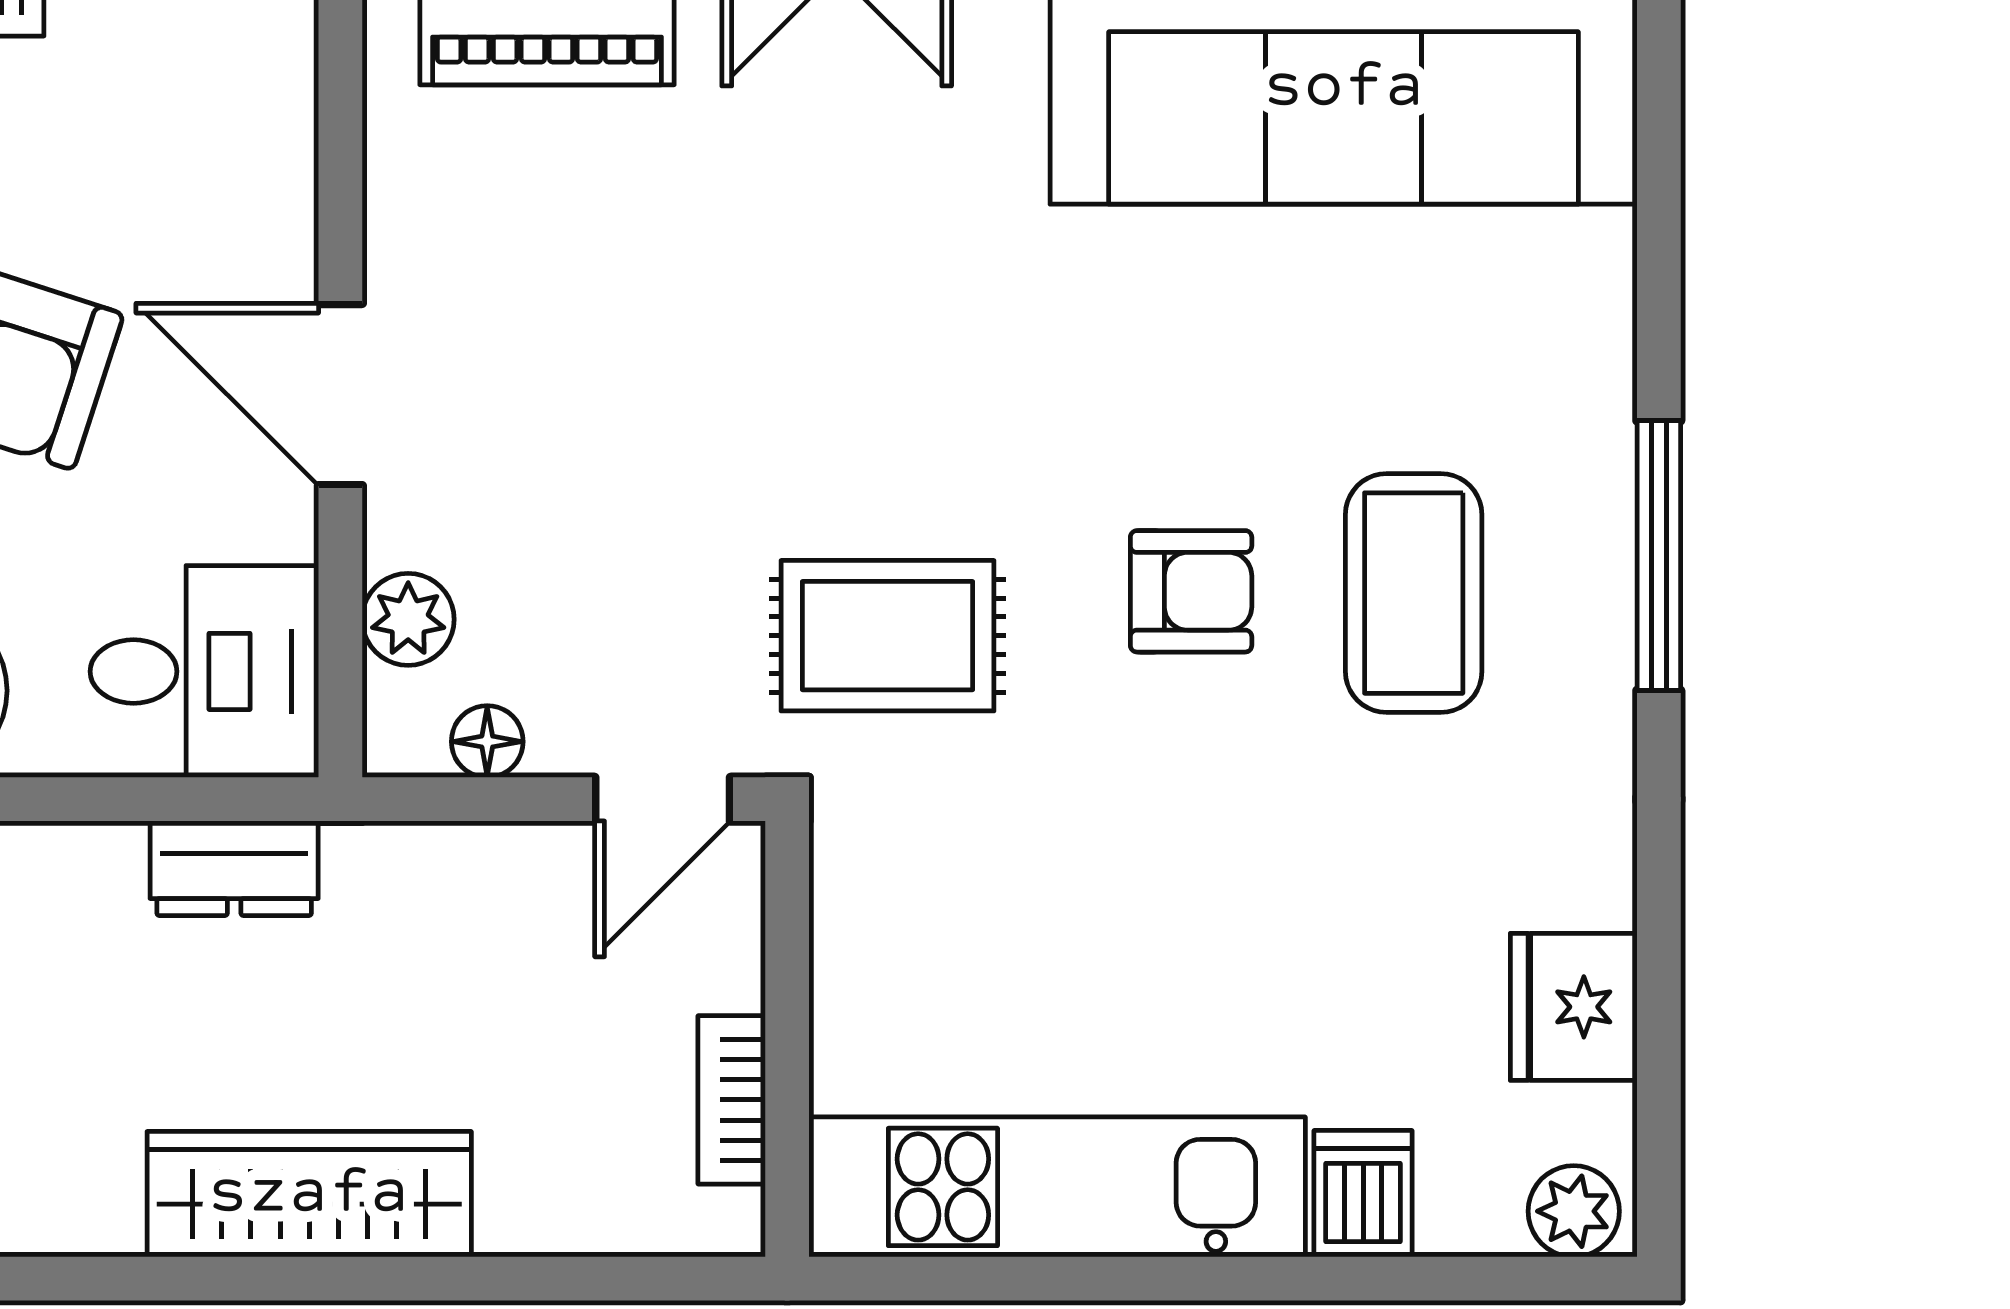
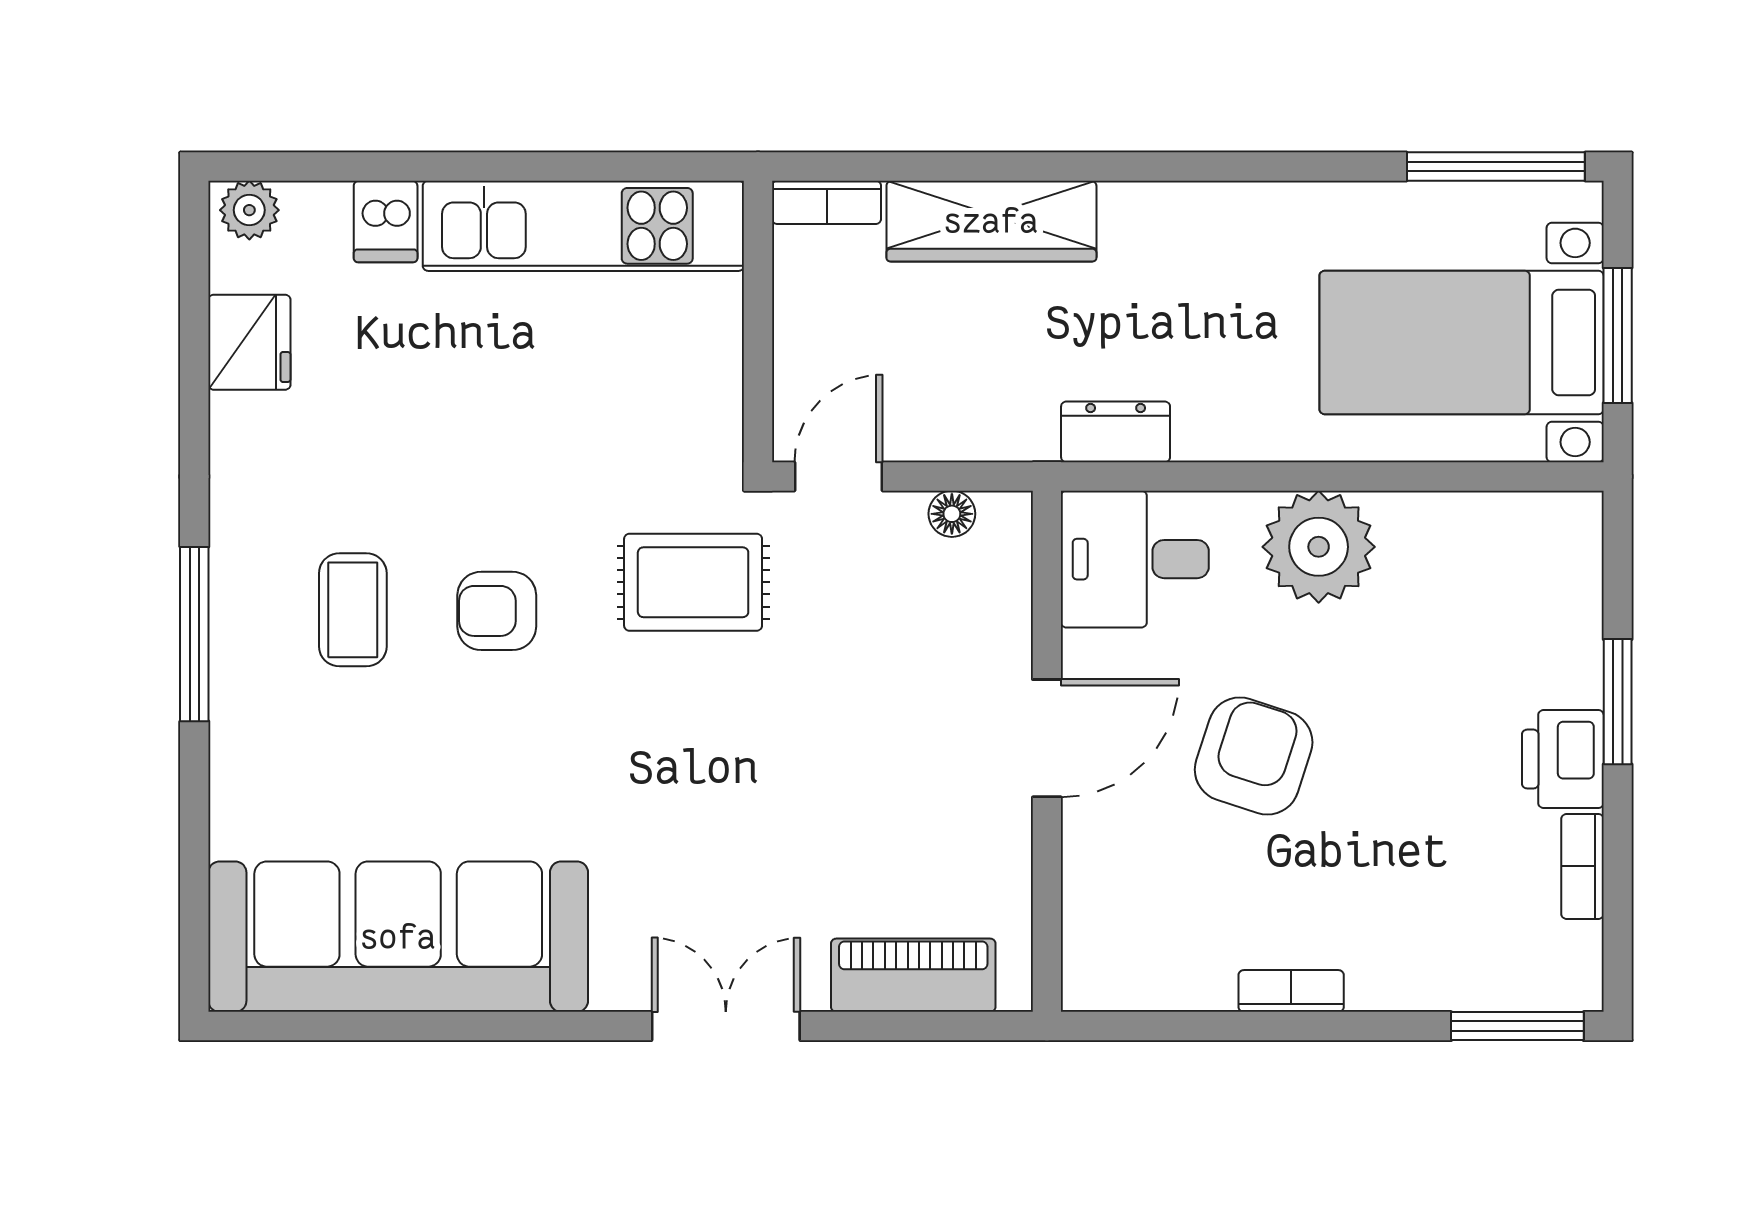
door: (340, 395) -> (1047, 738), hinge flipped
coffee table: (1414, 593) -> (353, 610), width x0.73, depth x0.77
plant: (408, 619) -> (1003, 593), removed
bookcase: (732, 1100) -> (827, 202), moved, turned 90
wardrobe: (309, 1194) -> (991, 221), moved

